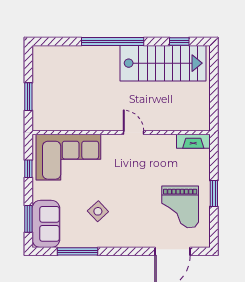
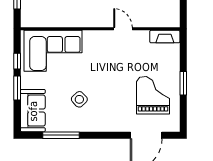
door: (133, 133) -> (123, 29), moved
grand piano: (180, 207) -> (153, 95), turned 180
window: (28, 219) -> (17, 88), moved

